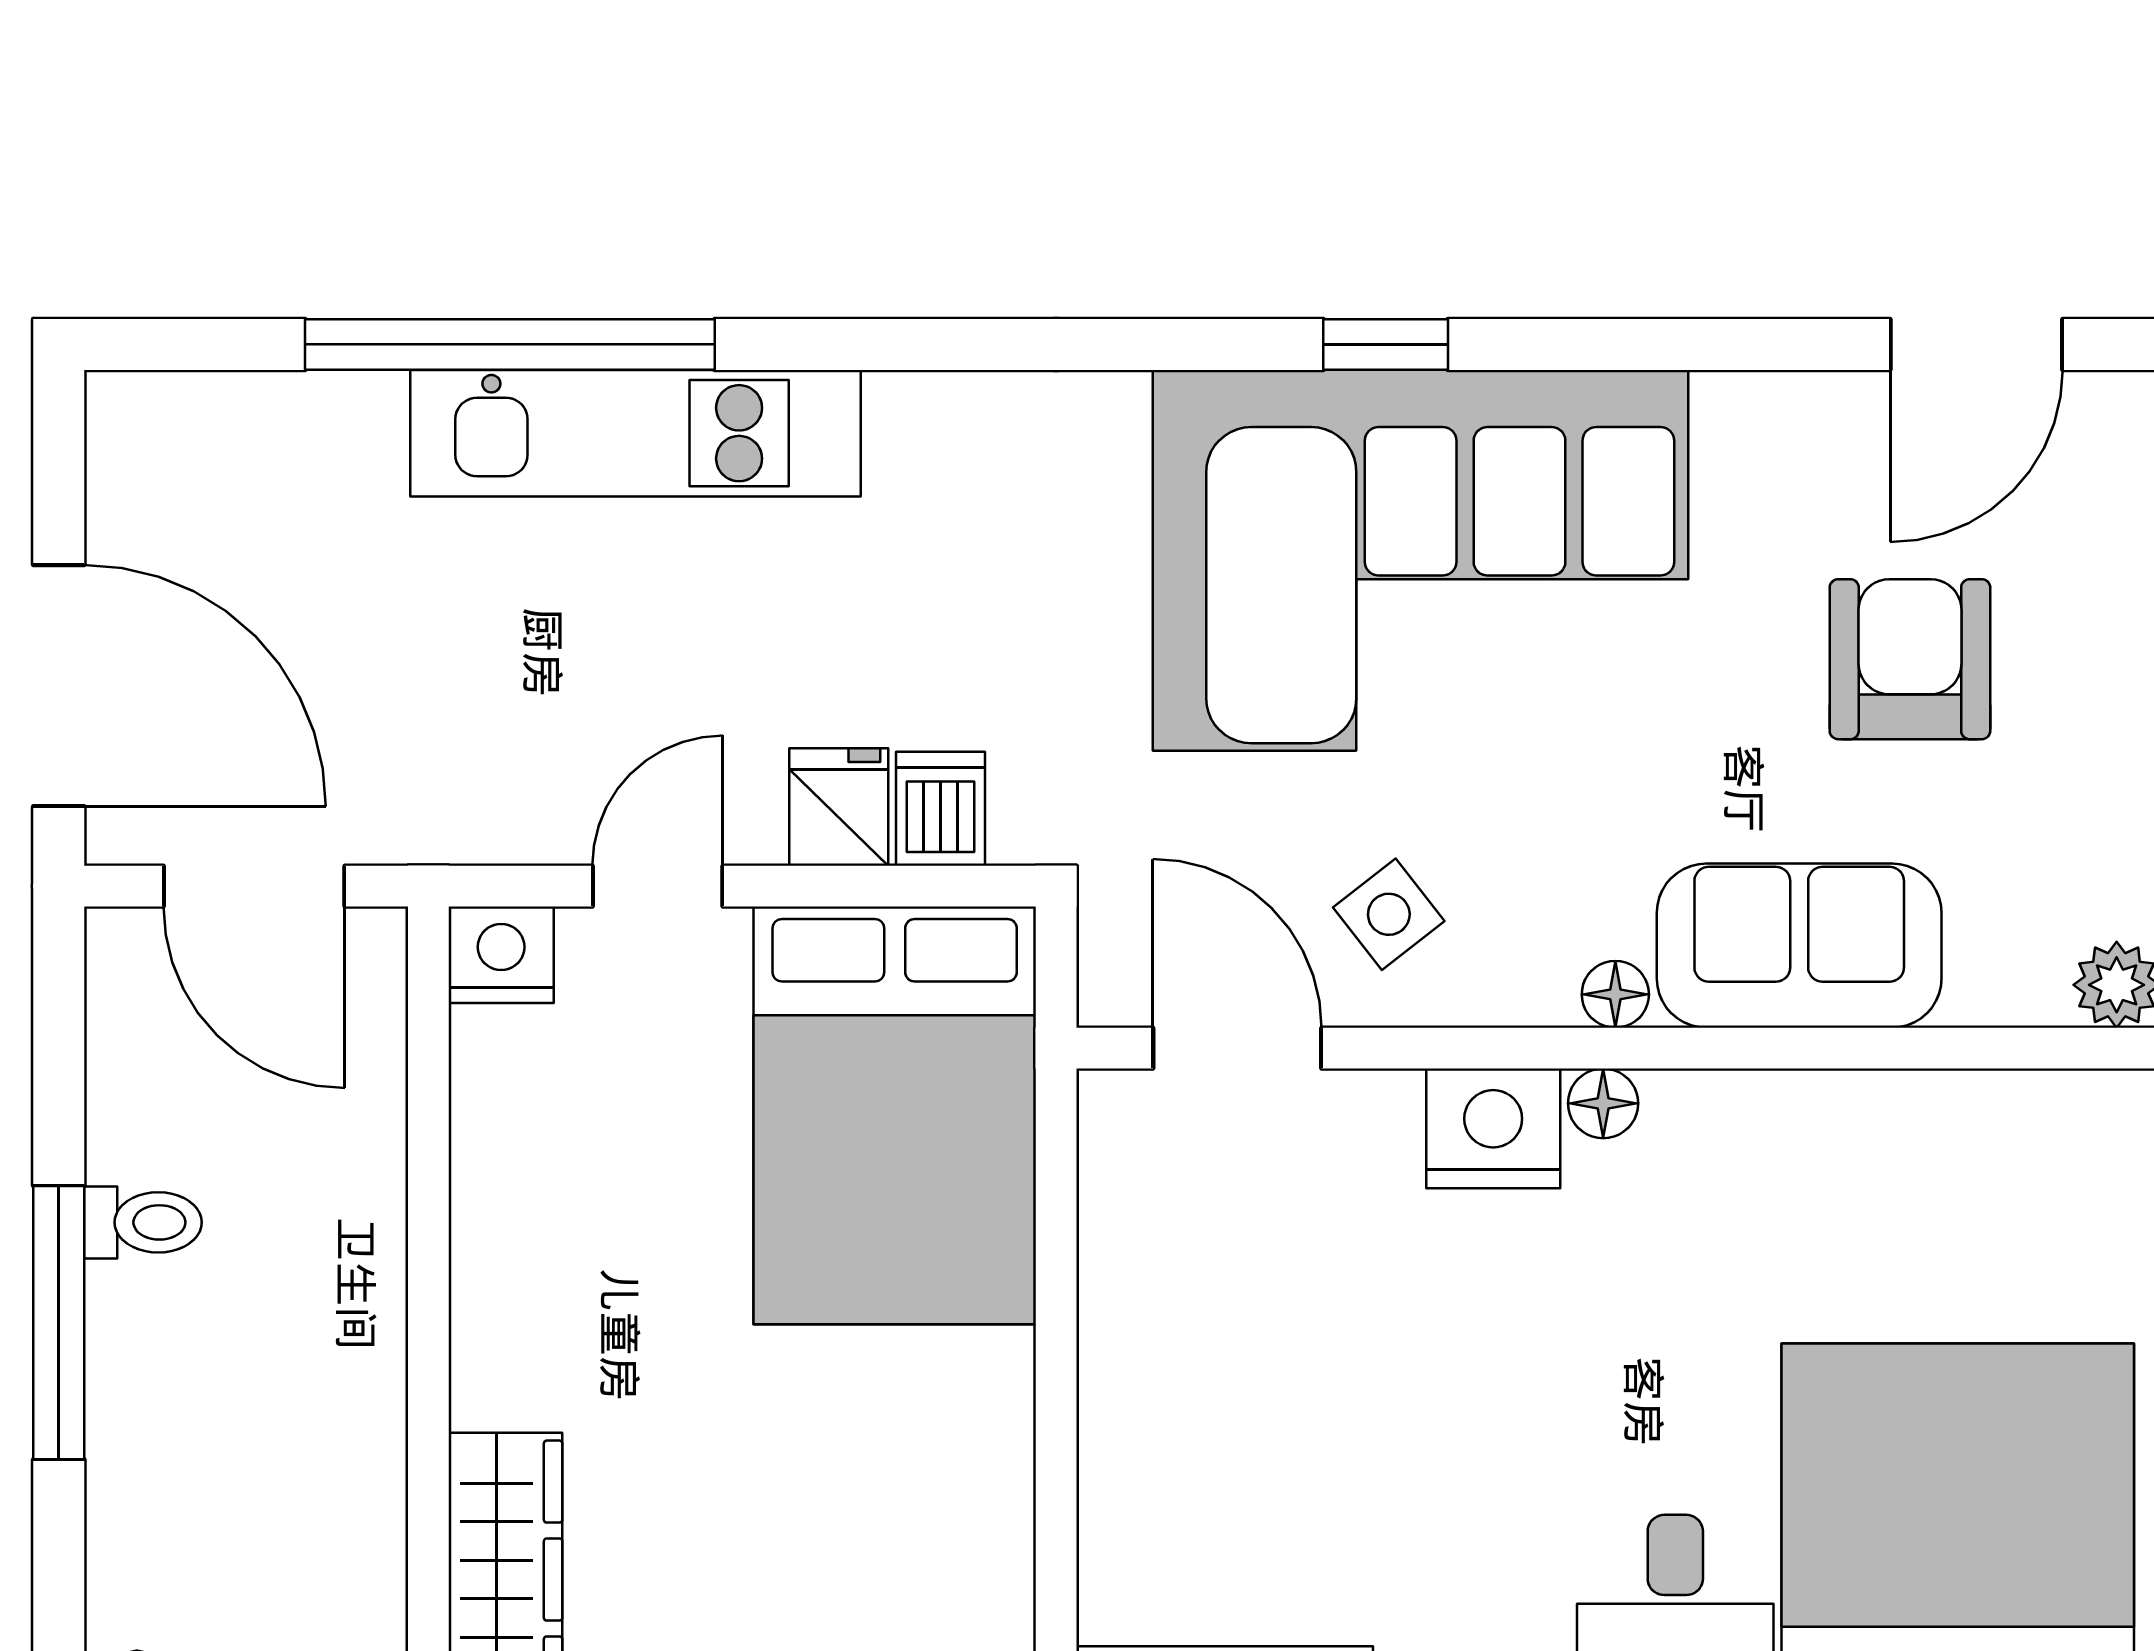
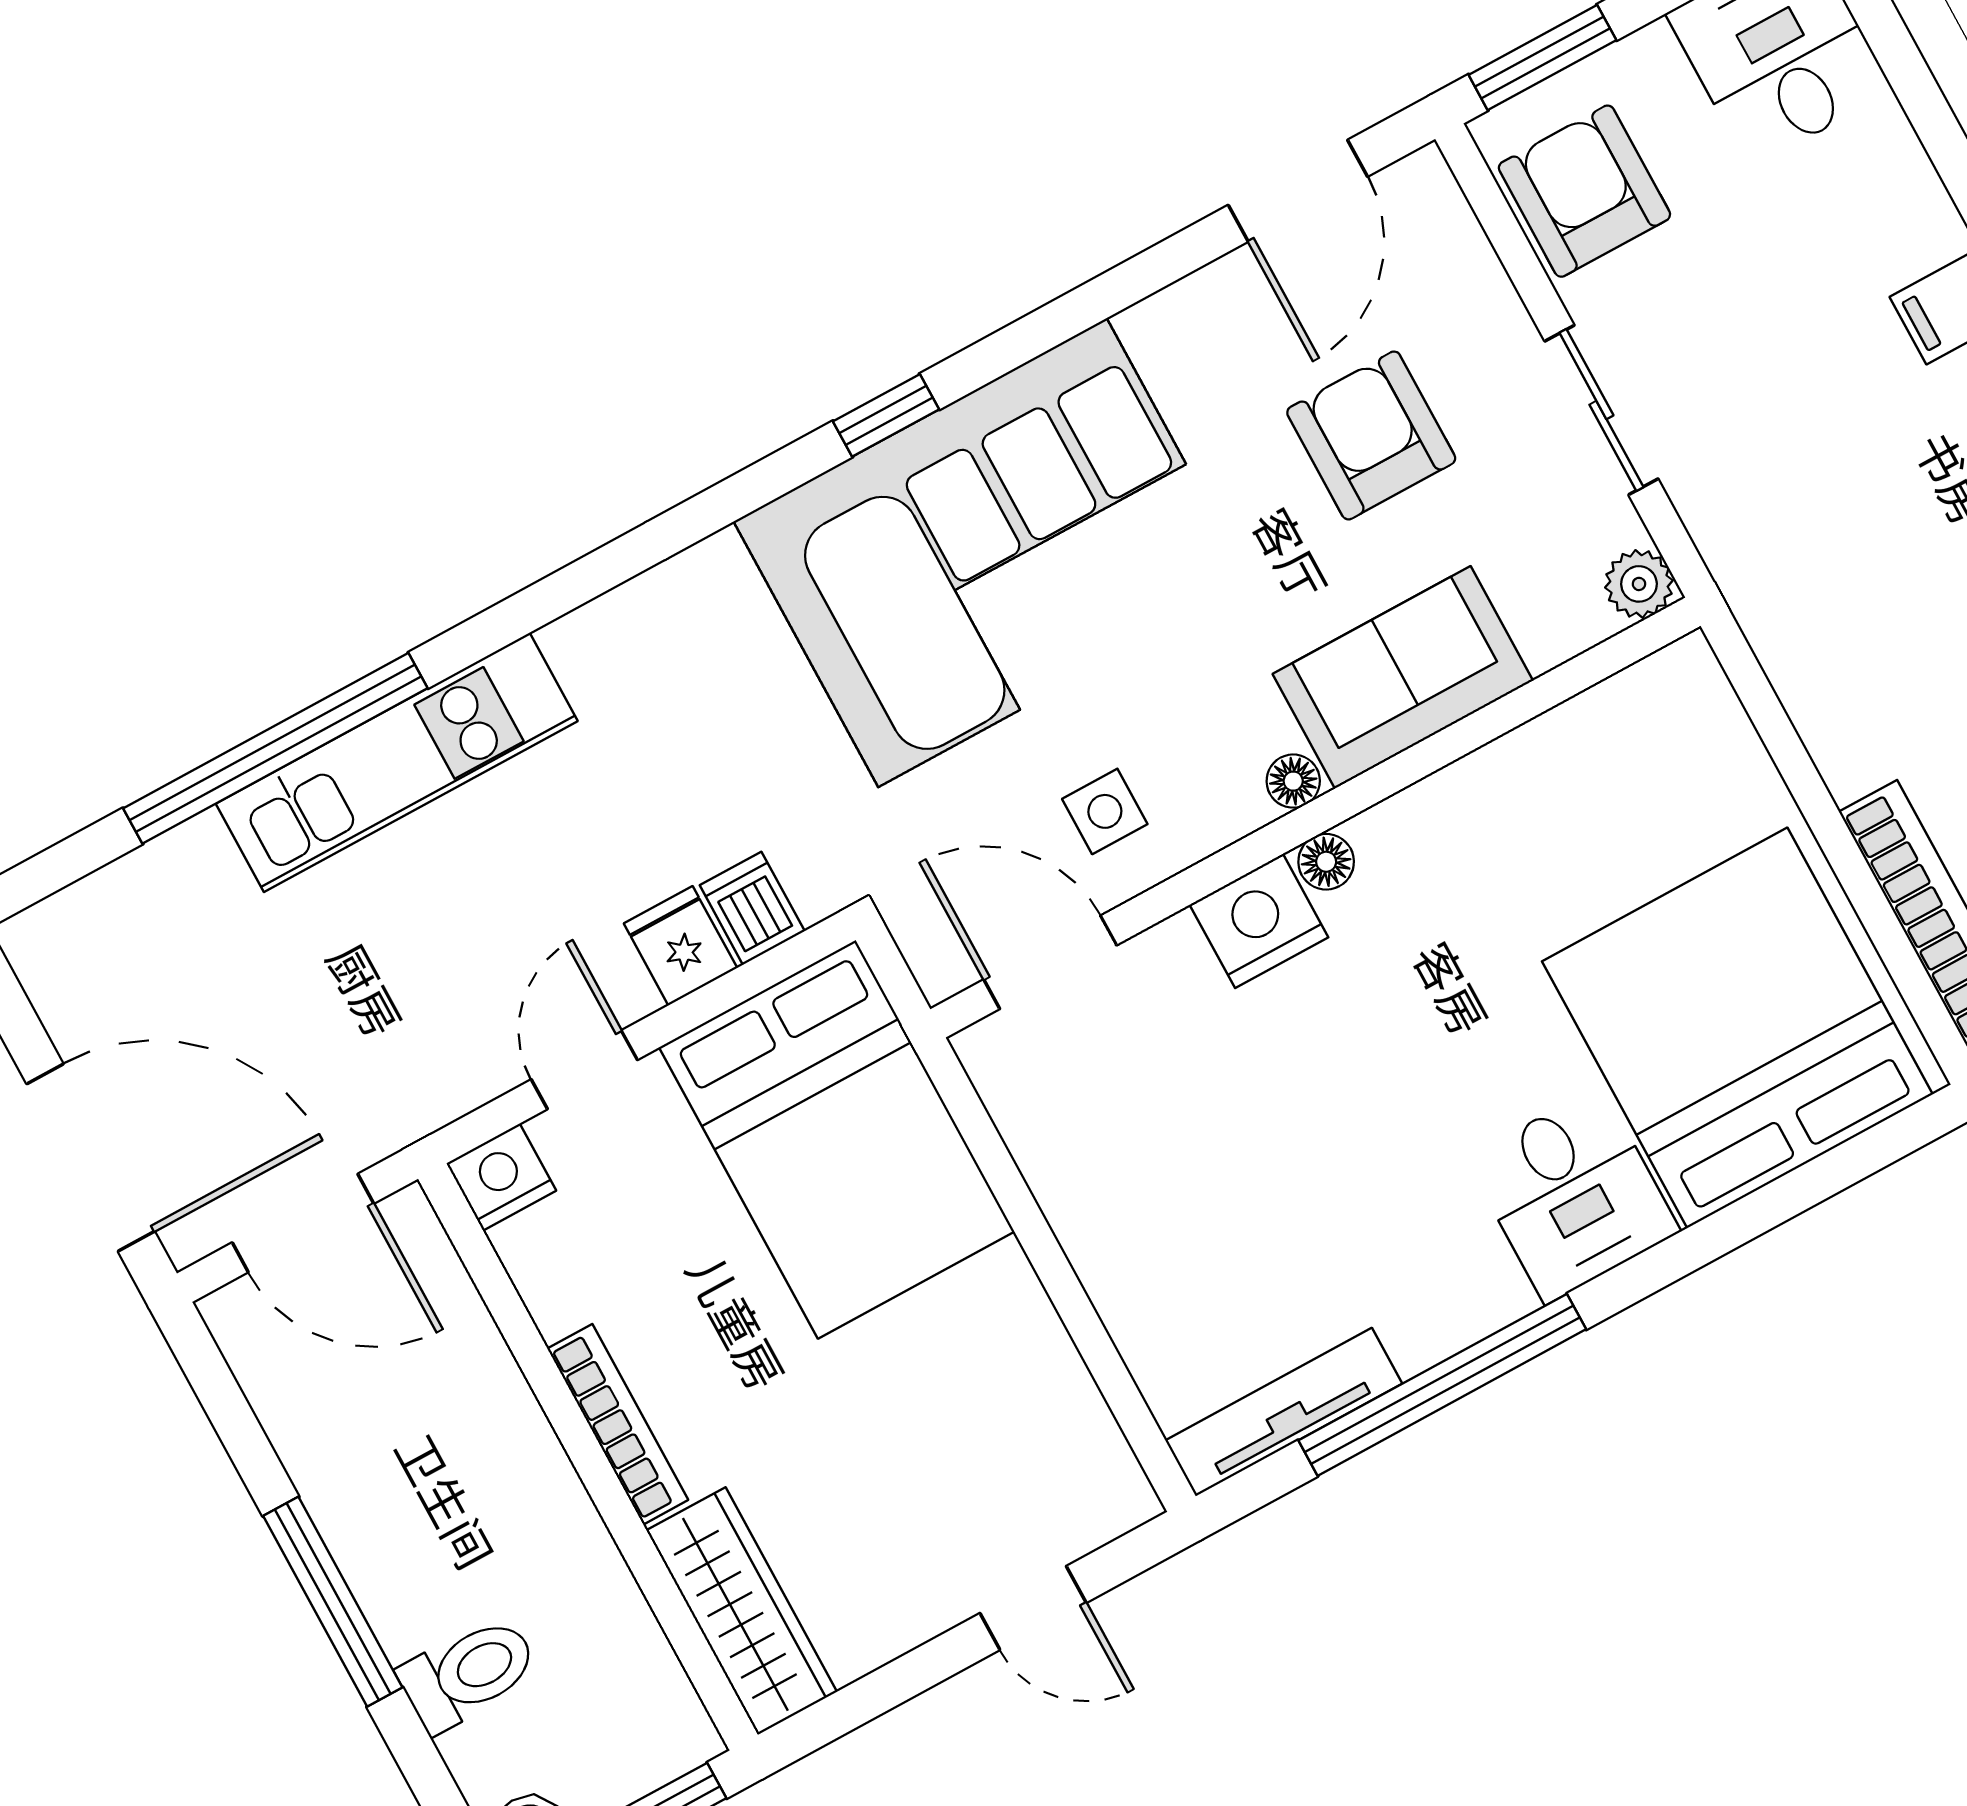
side table: (1389, 914) -> (1105, 811), turned 38
toilet: (143, 1222) -> (469, 1673), moved, width x1.37, depth x1.39
bookcase: (481, 1298) -> (618, 1424), added

